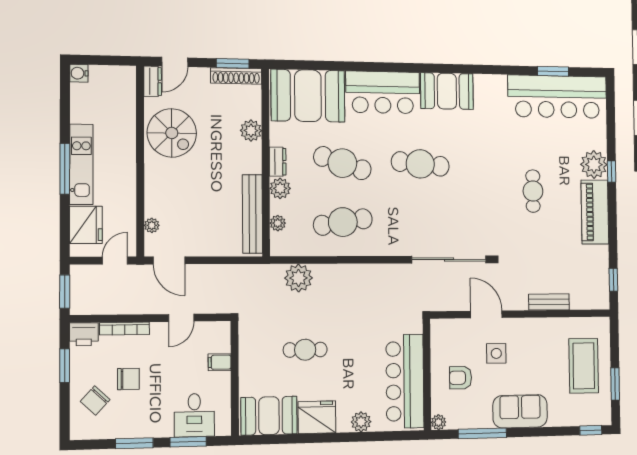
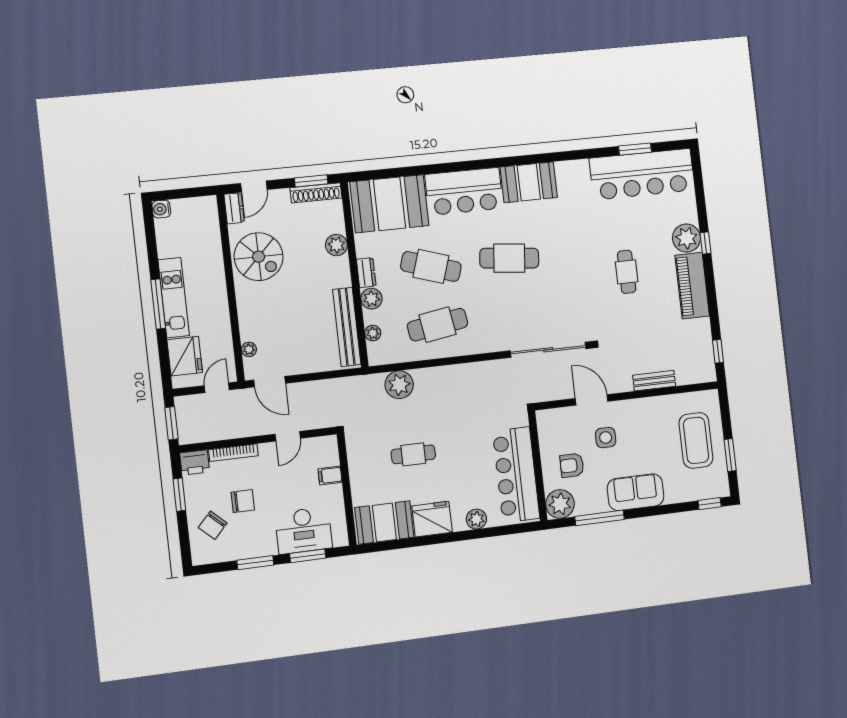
desk: (194, 415) -> (304, 530), width x1.37
plant: (439, 422) -> (560, 504), width x1.88, depth x1.88

